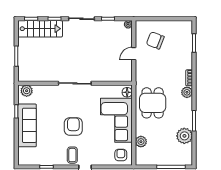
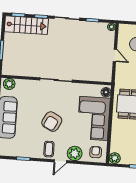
door: (134, 54) -> (115, 55), swing flipped
armchair: (73, 126) -> (52, 122), turned -152
plant: (141, 142) -> (115, 158), moved
plant: (99, 158) -> (75, 153), added

